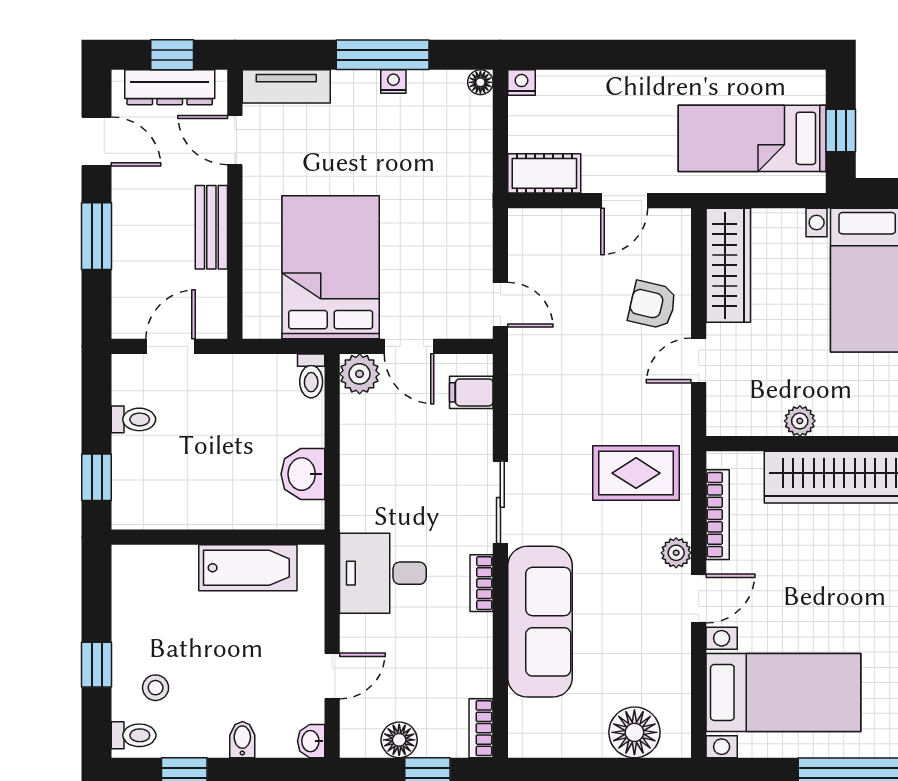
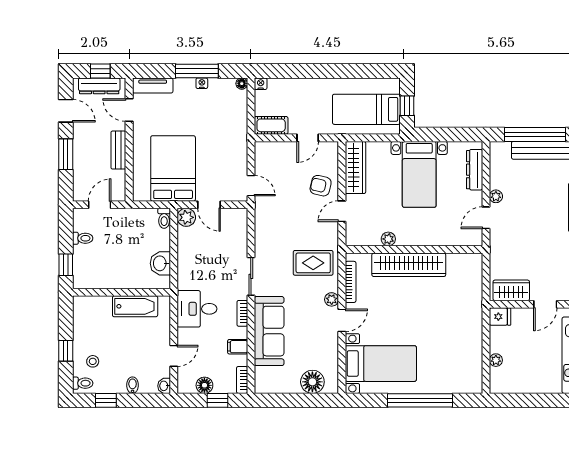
filing cabinet: (471, 392) -> (238, 347), moved

